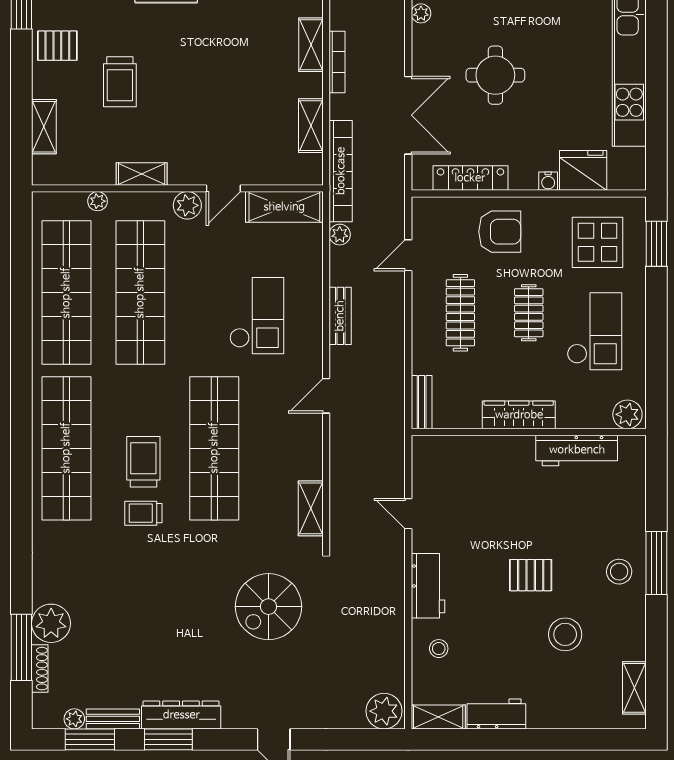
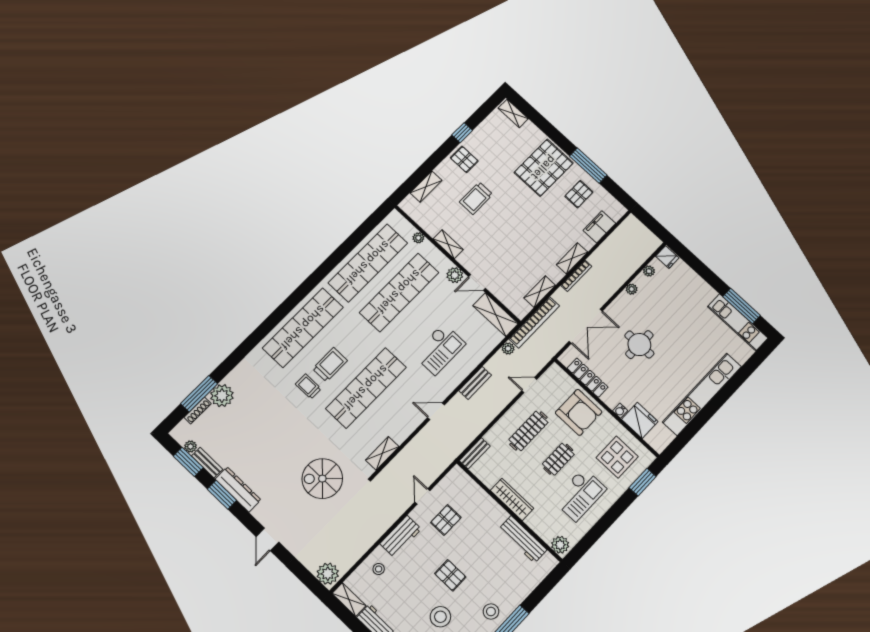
armchair: (500, 232) -> (579, 412), width x1.36, depth x1.36
pallet: (463, 515) -> (446, 520), added

